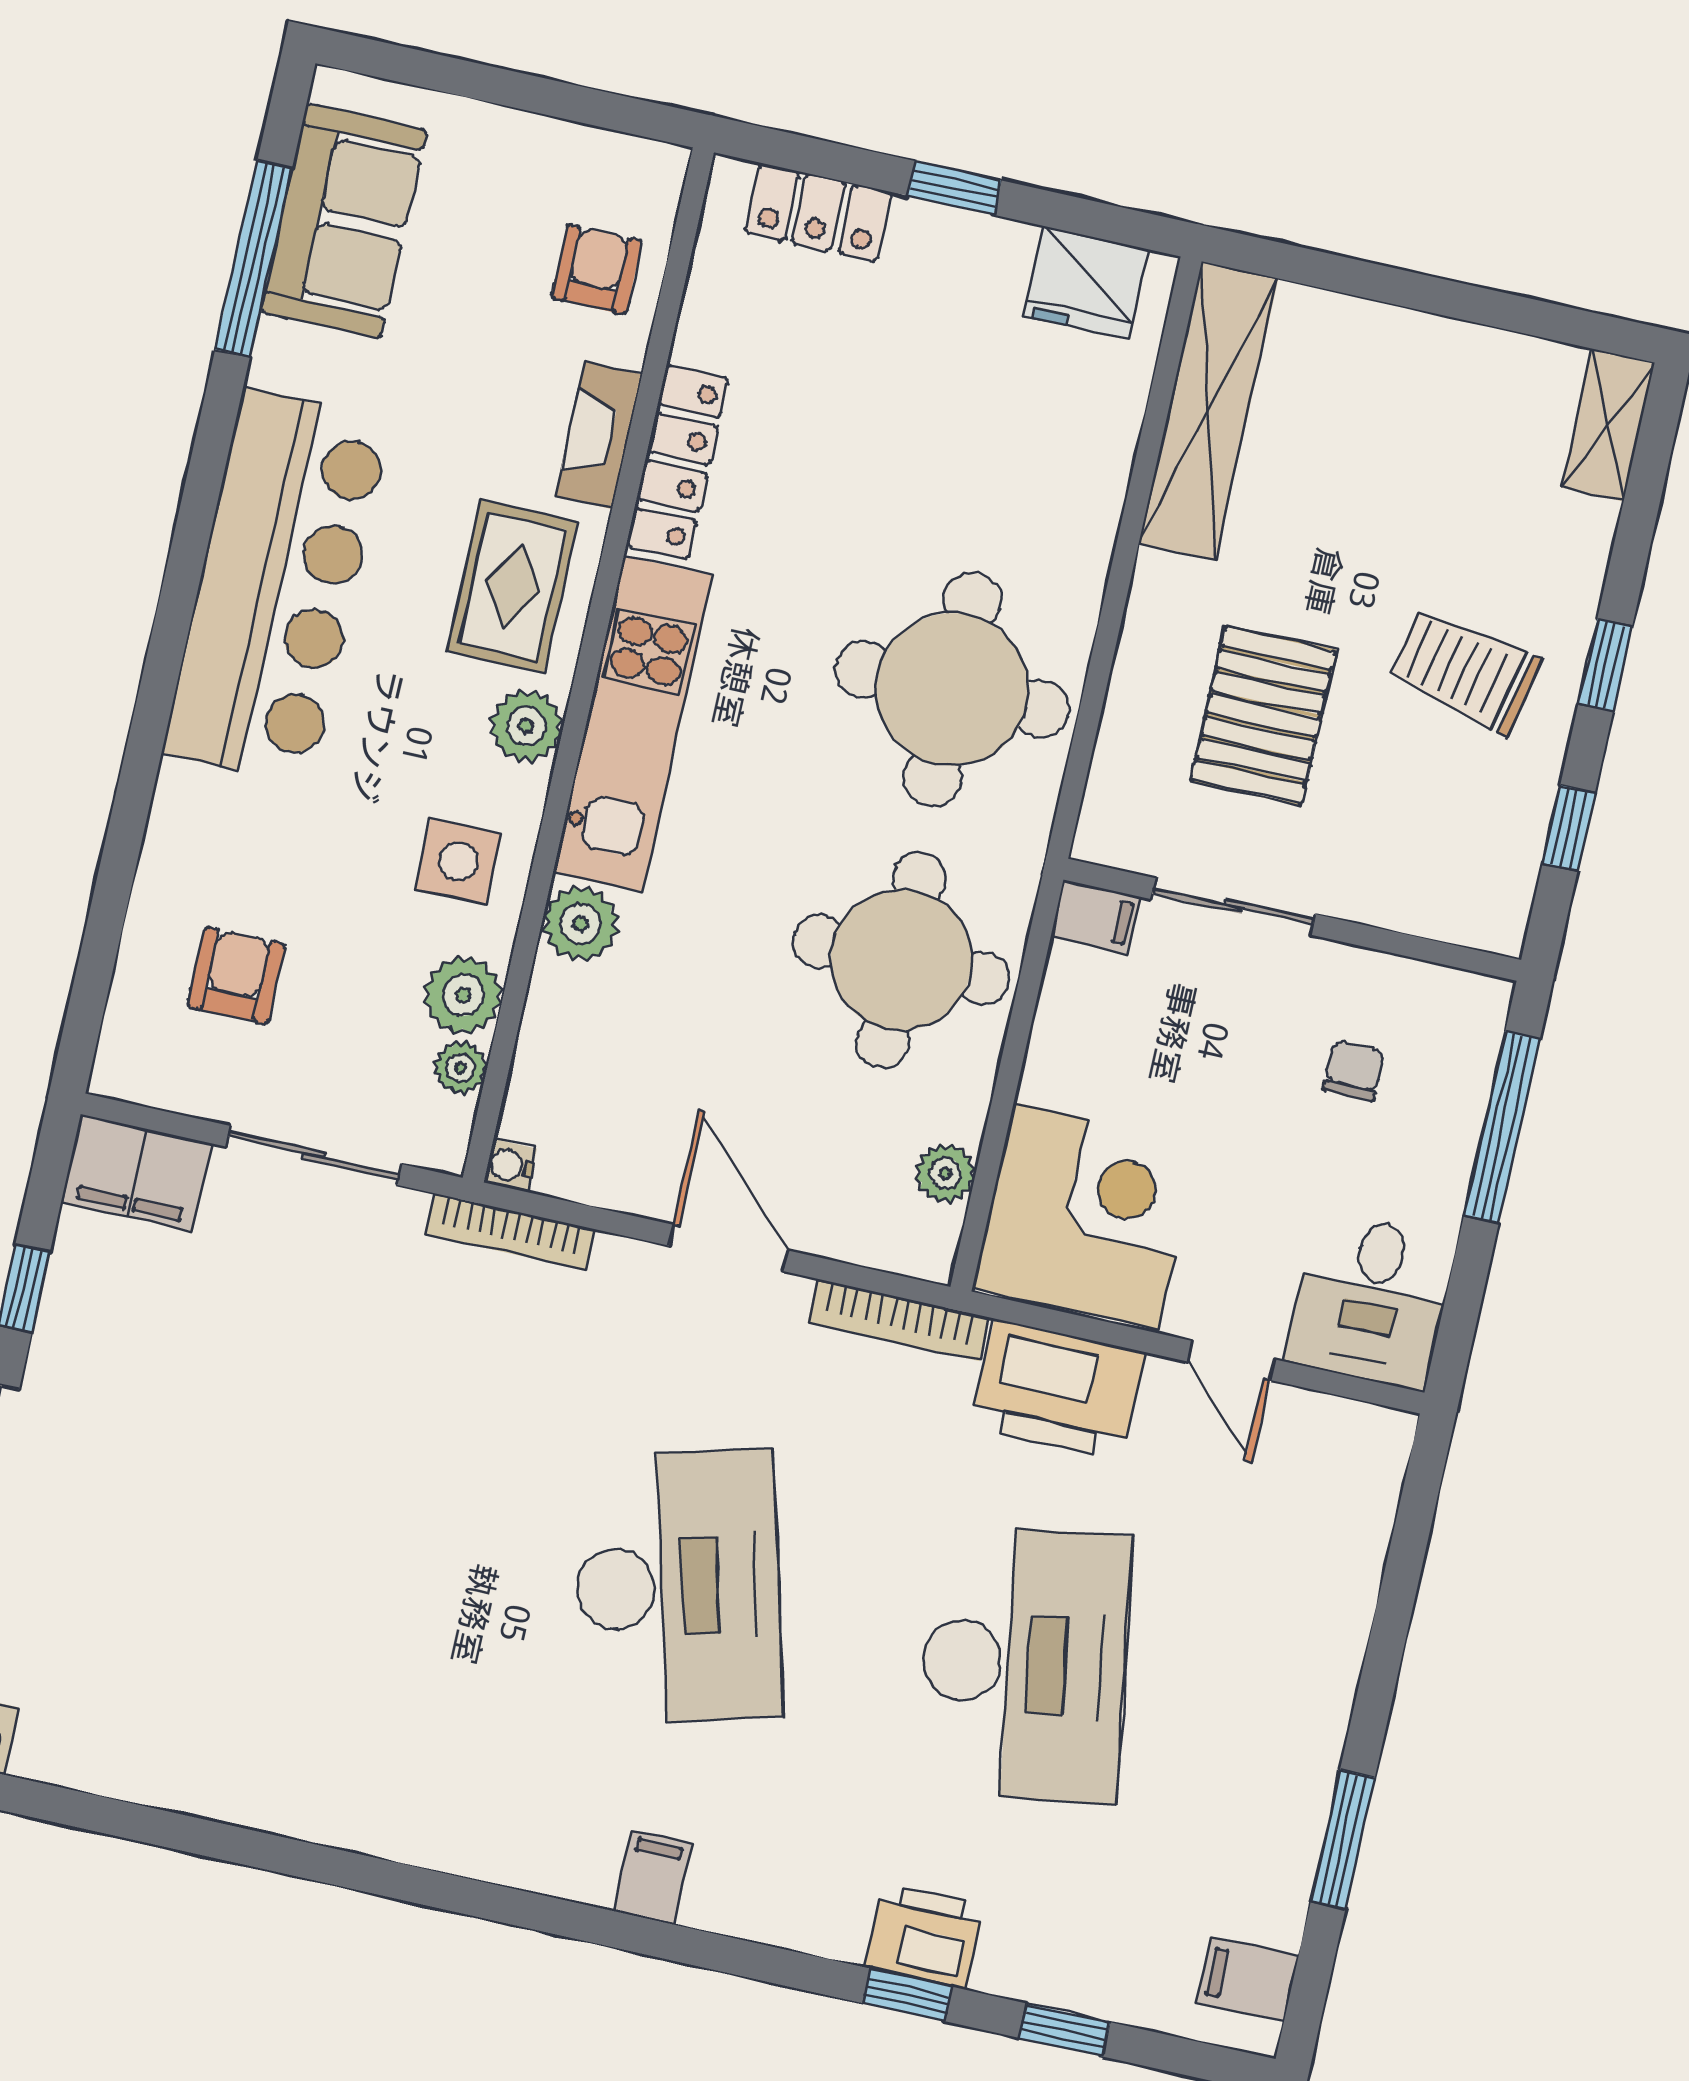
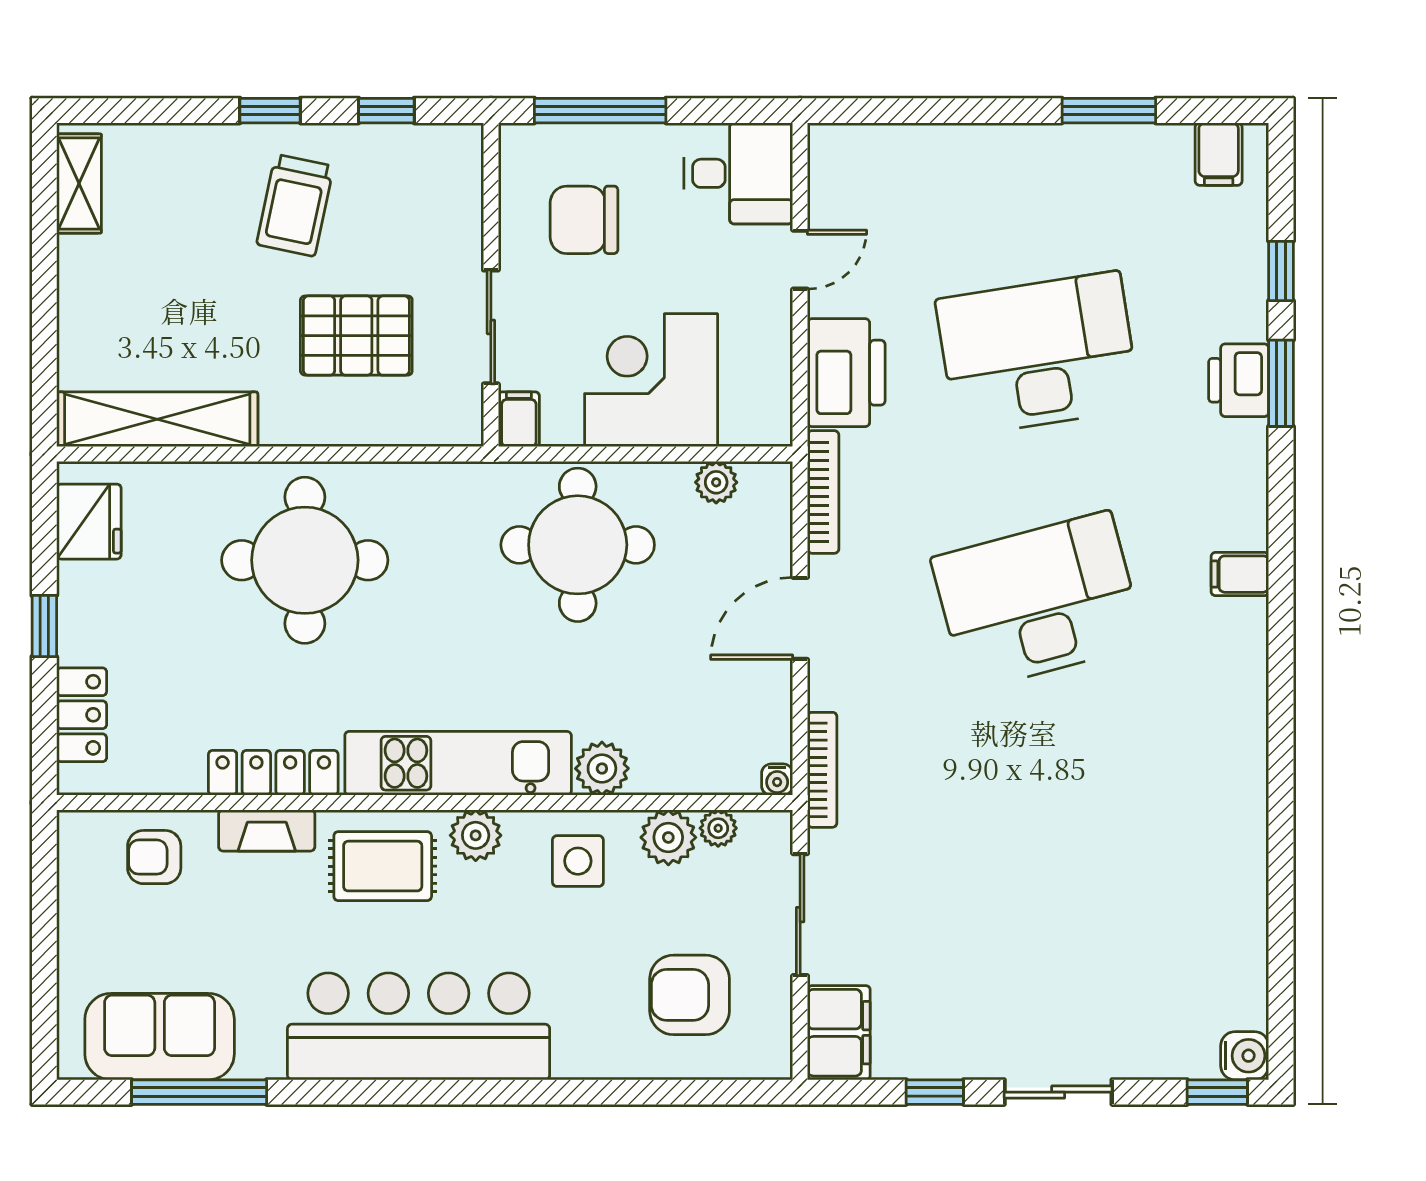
shelving: (1608, 425) -> (79, 183), moved, turned 90
round table: (952, 689) -> (305, 560), moved
armchair: (236, 976) -> (690, 995), width x1.38, depth x1.38
chair: (1354, 1070) -> (584, 220), width x1.87, depth x1.87
corner desk: (1086, 1216) -> (651, 380), moved
window: (907, 1995) -> (1281, 383), width x1.50

